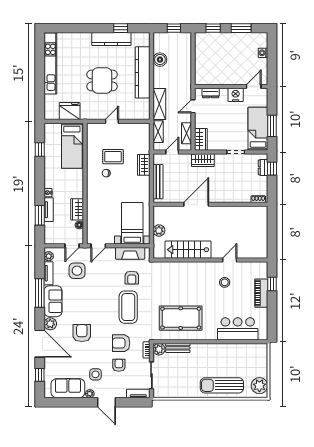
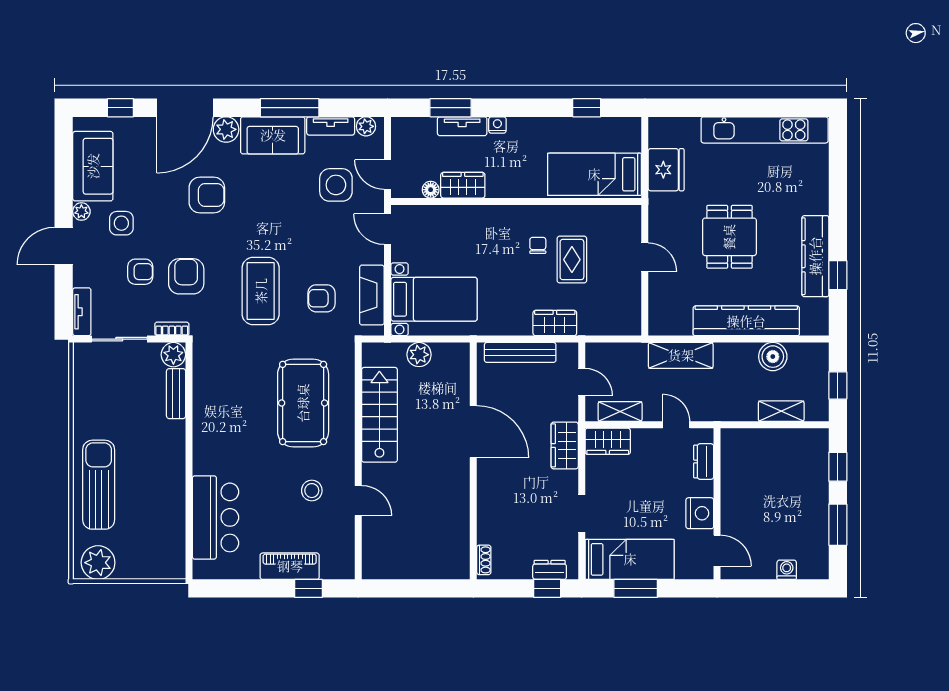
shelving: (158, 132) -> (781, 411), moved
coffee table: (128, 307) -> (261, 291), turned 90
pool table: (181, 318) -> (303, 403), moved

